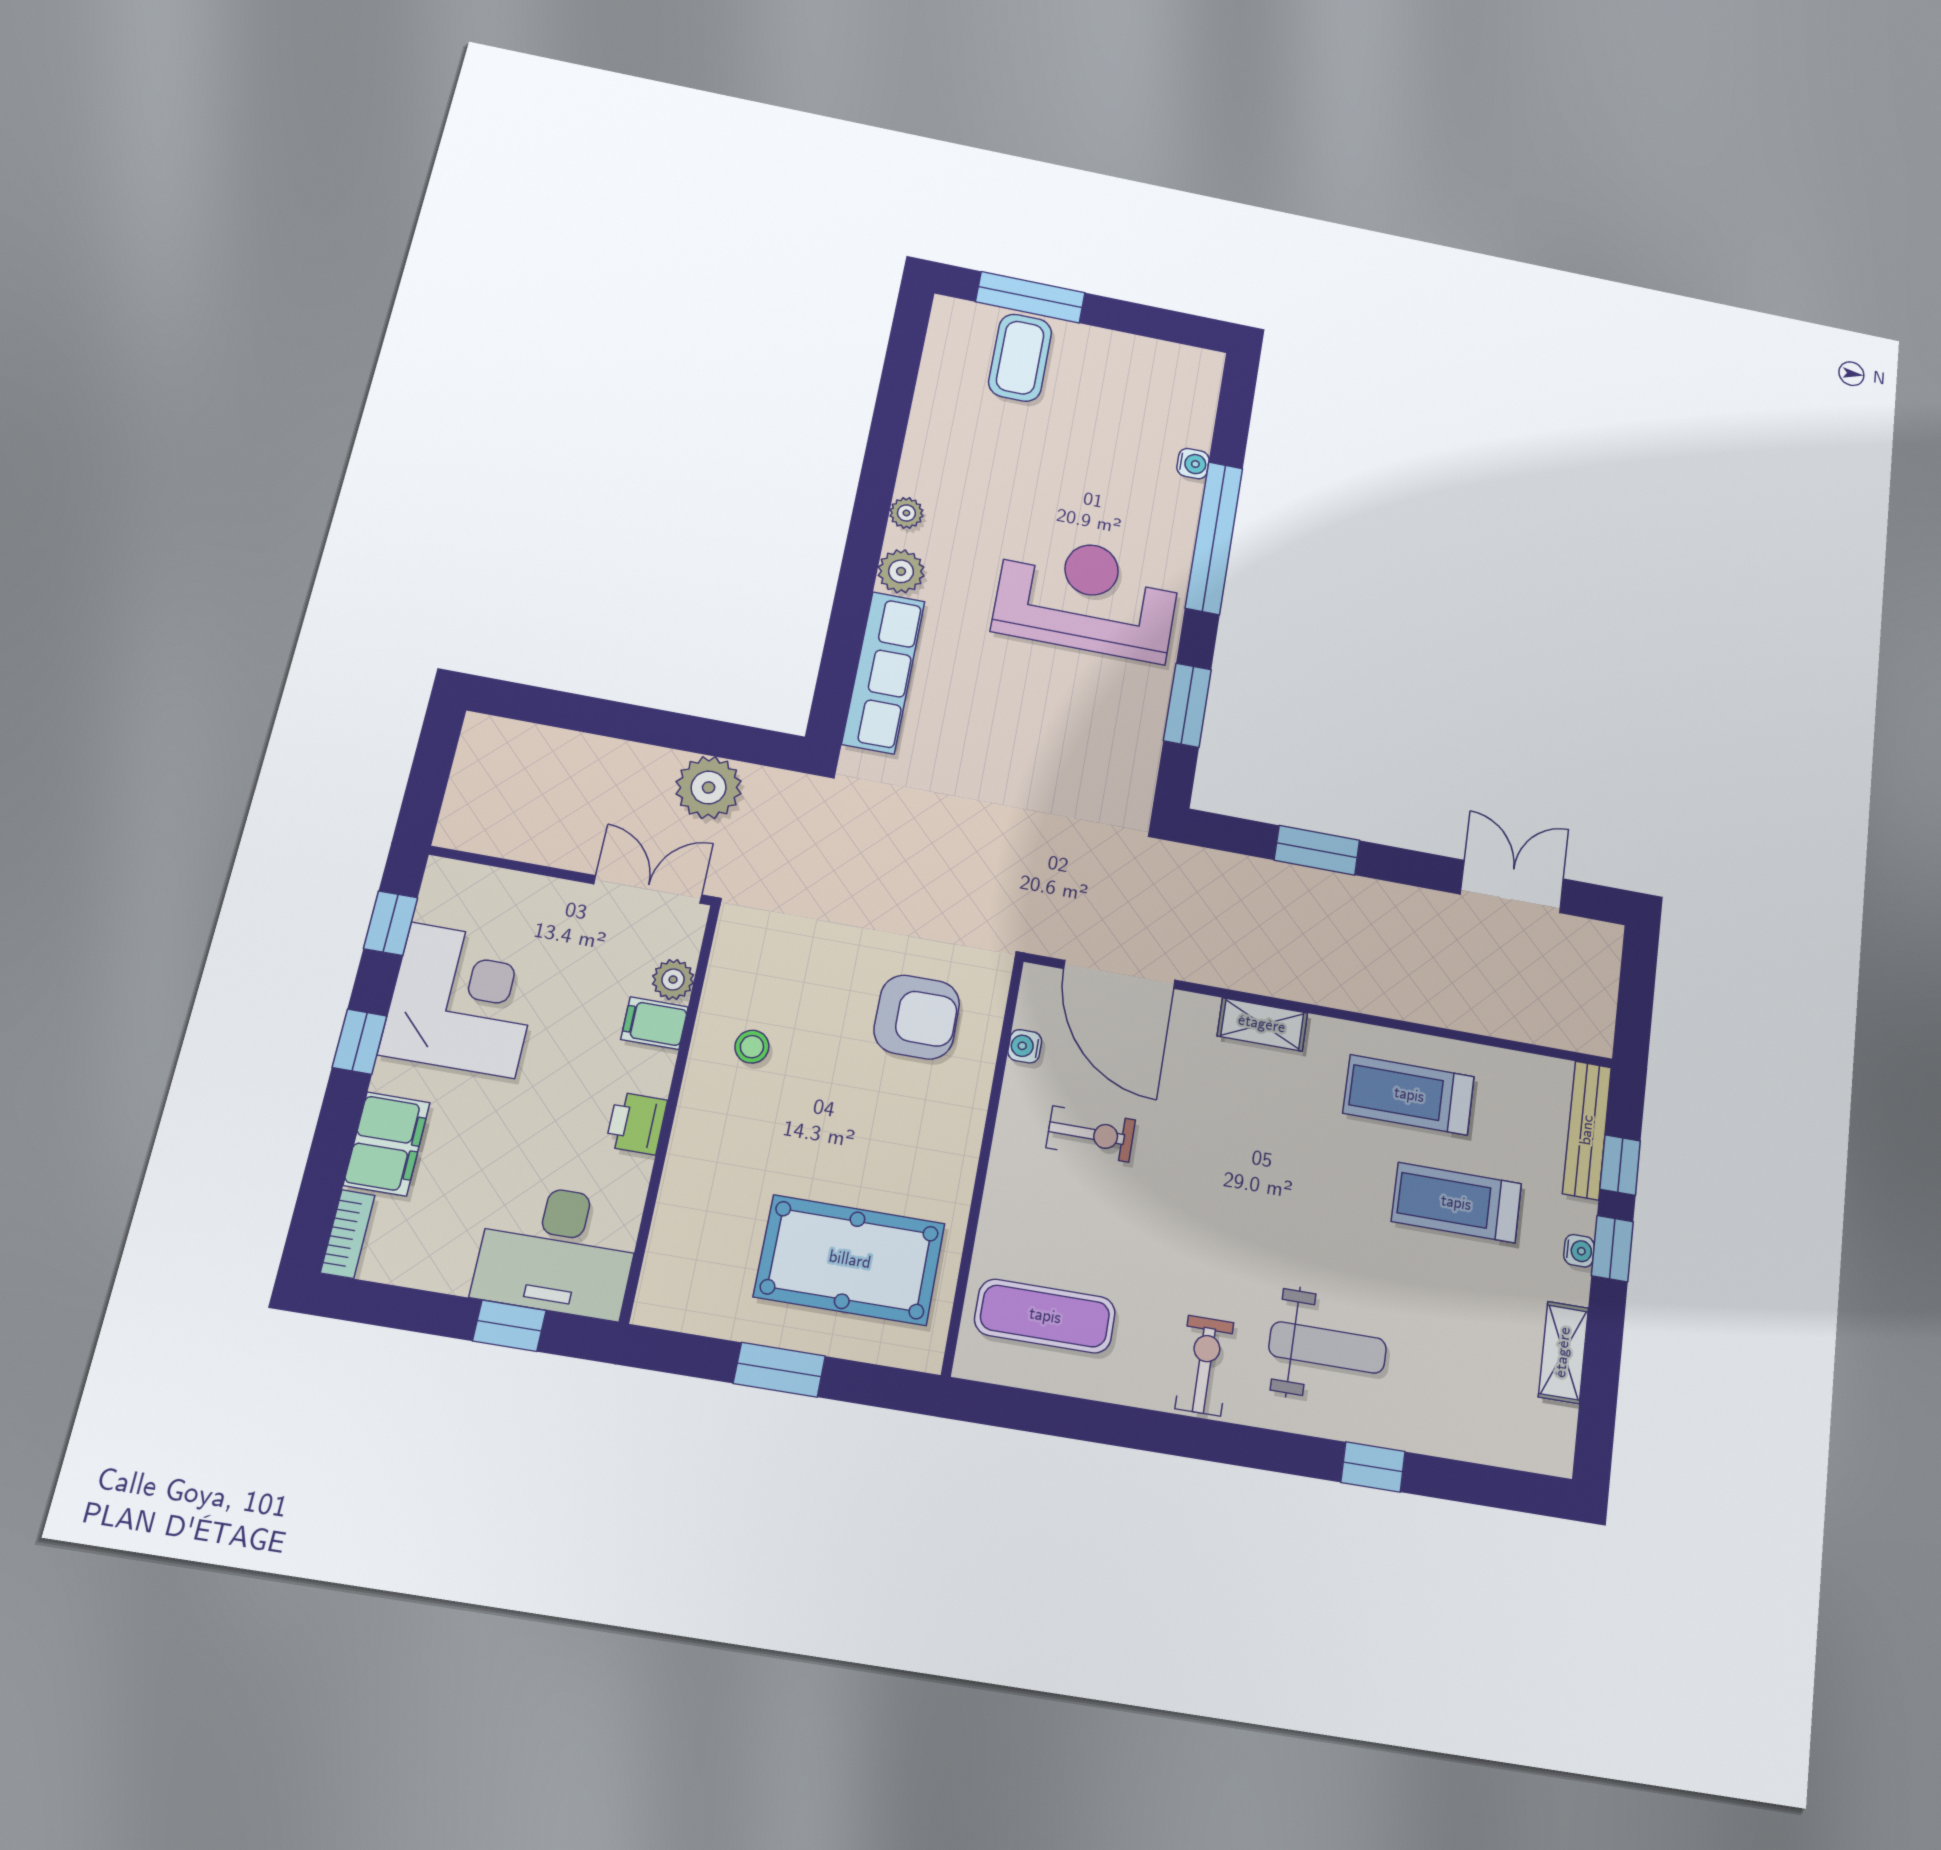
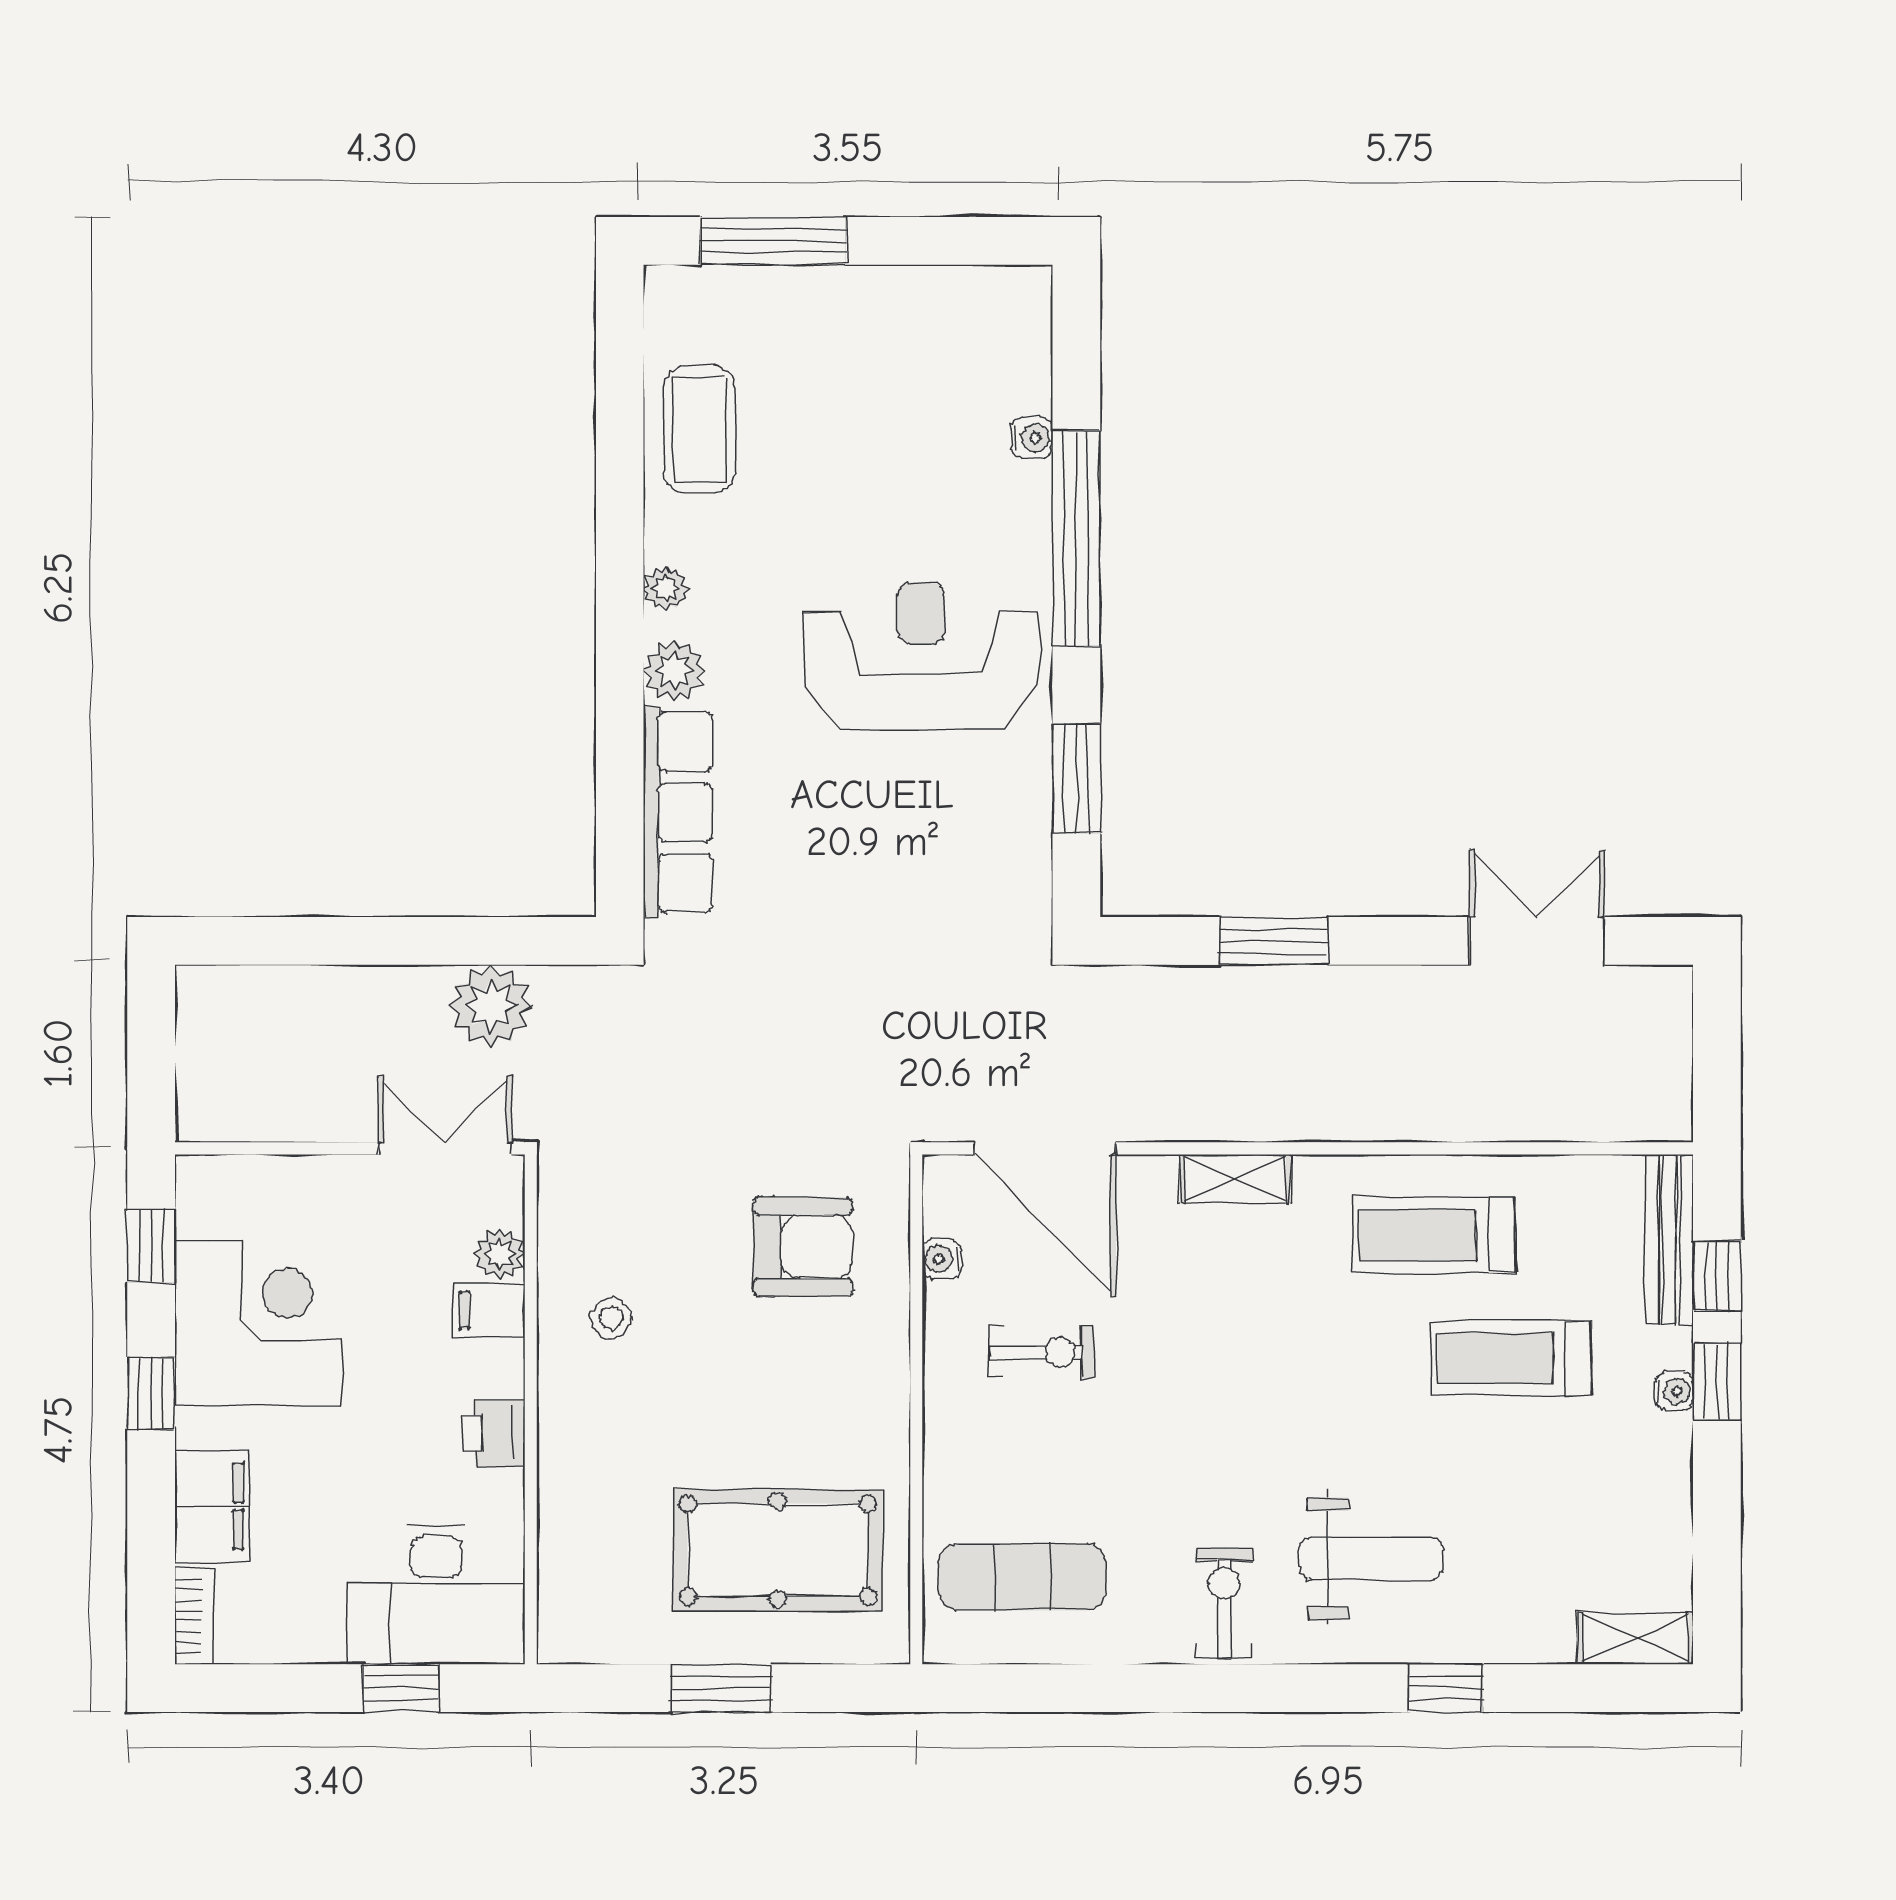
coffee table: (1020, 358) -> (699, 430), moved
shelving: (1563, 1352) -> (1635, 1638), moved, turned 90

